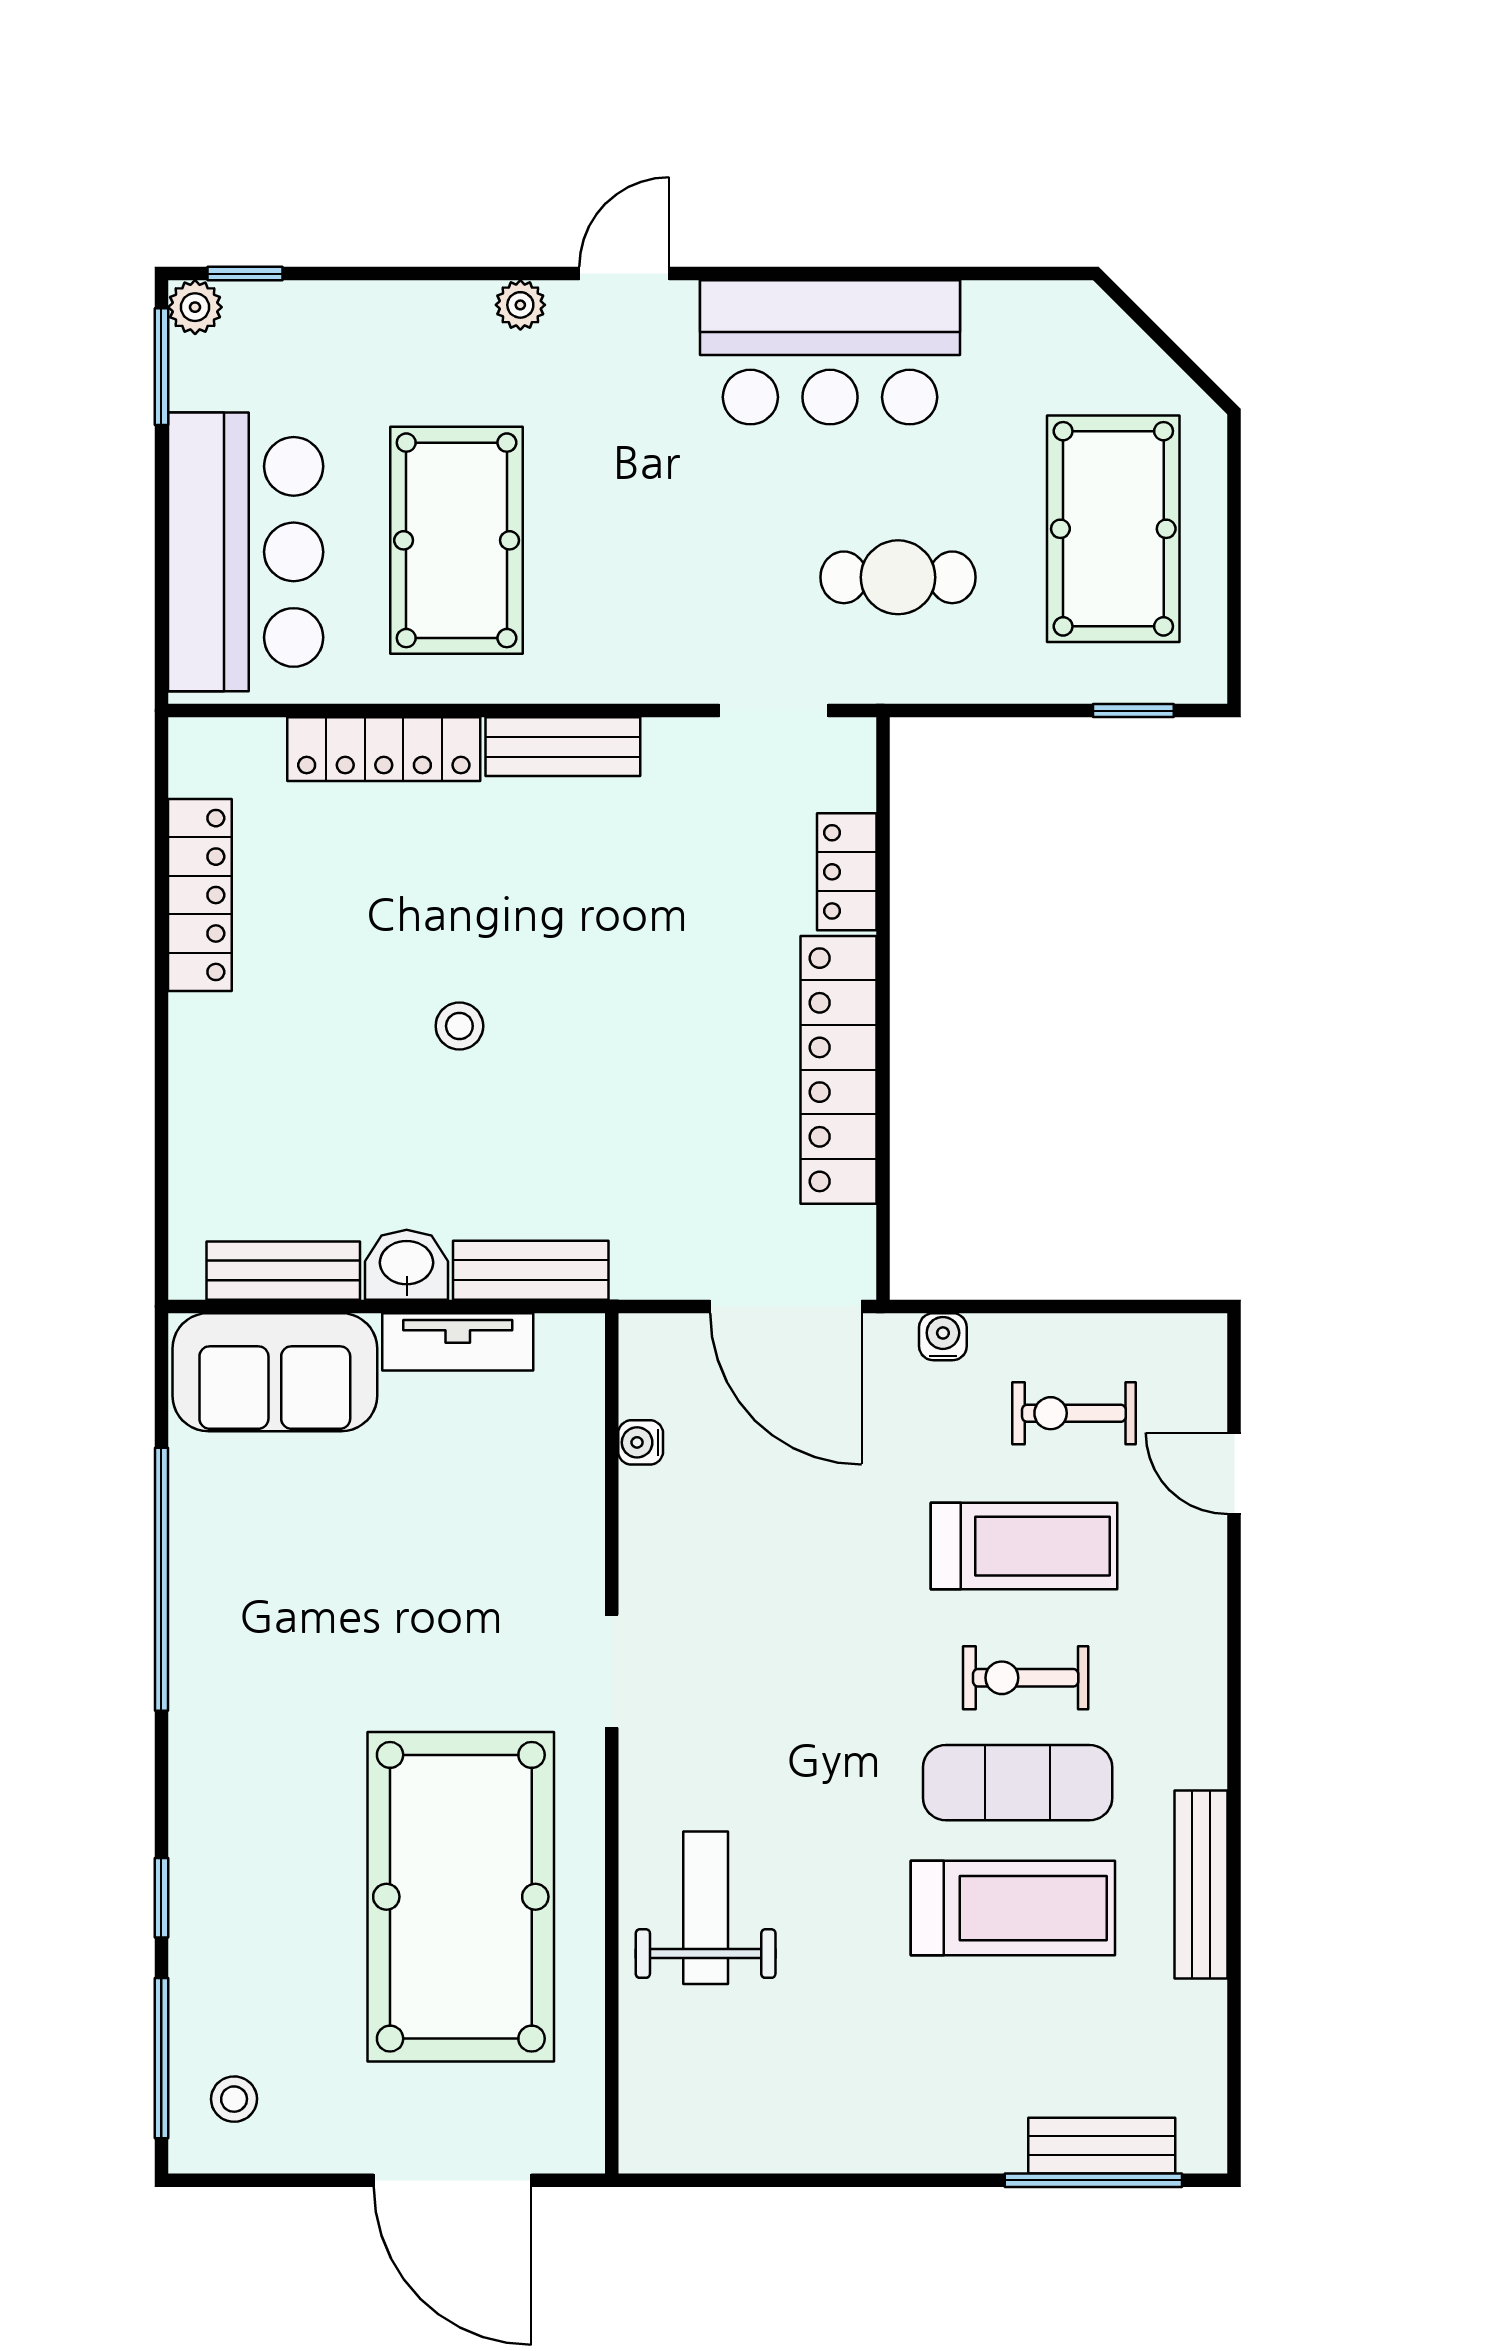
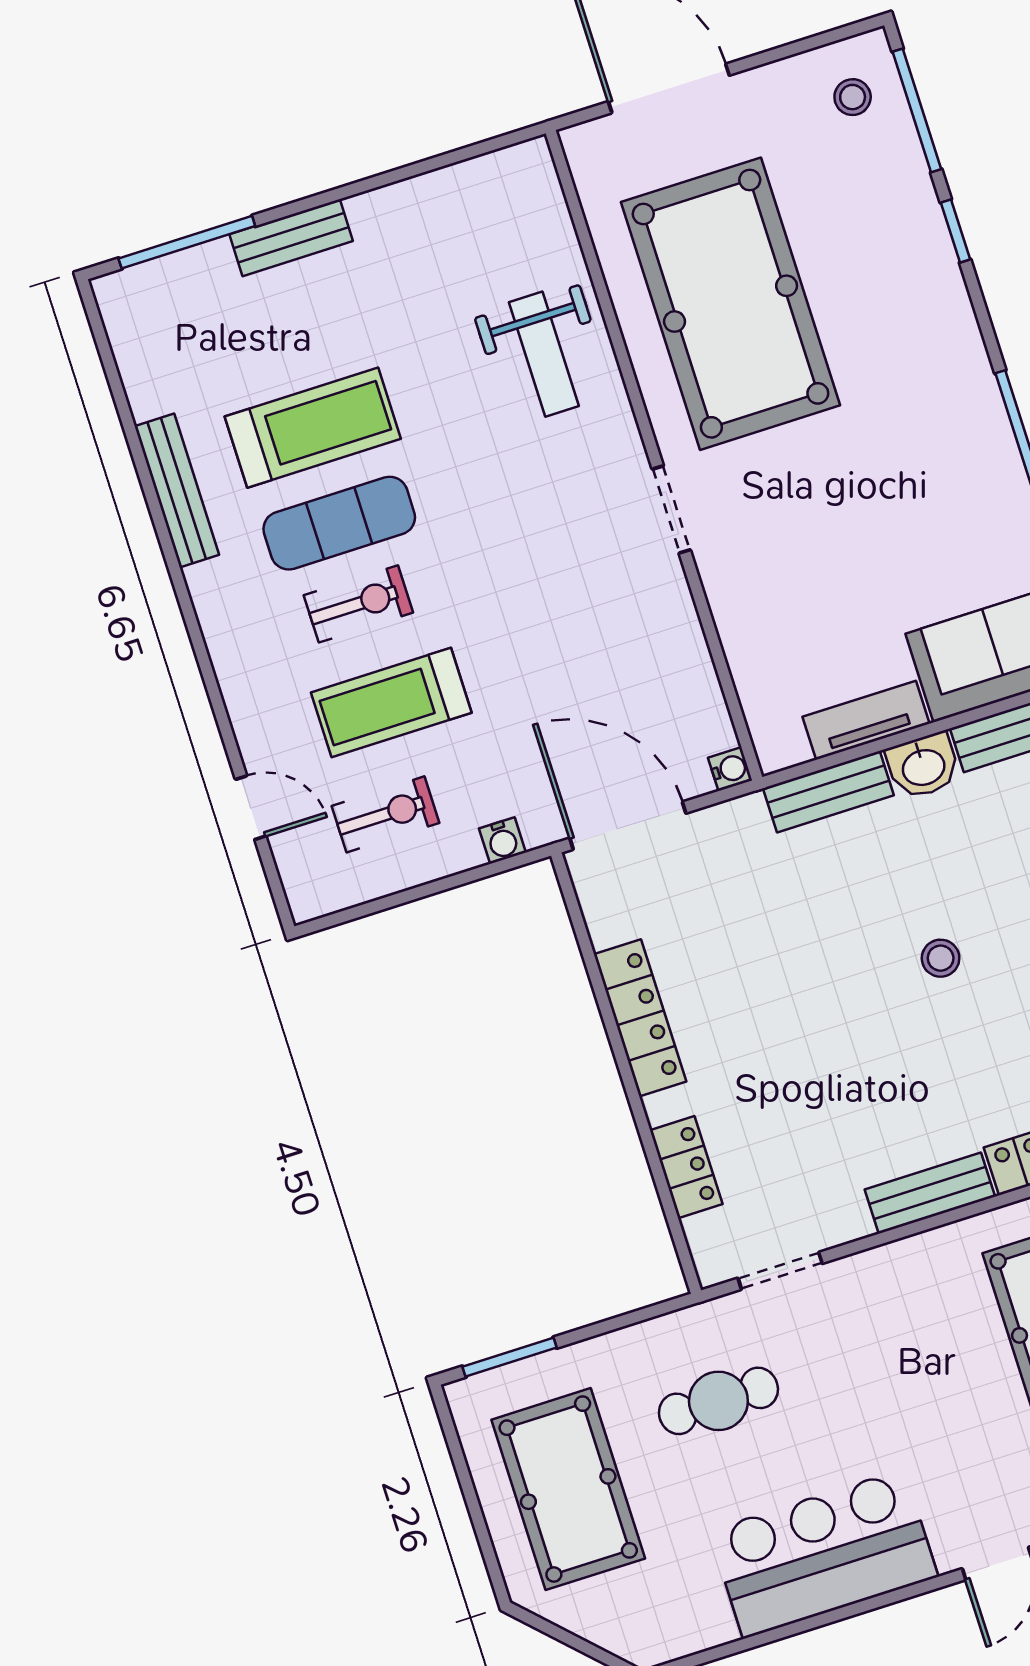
window: (1133, 711) -> (510, 1357), width x1.50
locker: (839, 1070) -> (640, 1018), width x0.71, depth x0.83
water cooler: (641, 1442) -> (730, 769), moved
treadmill: (1013, 1908) -> (313, 428), turned 180
bench: (1102, 2146) -> (291, 238), moved

